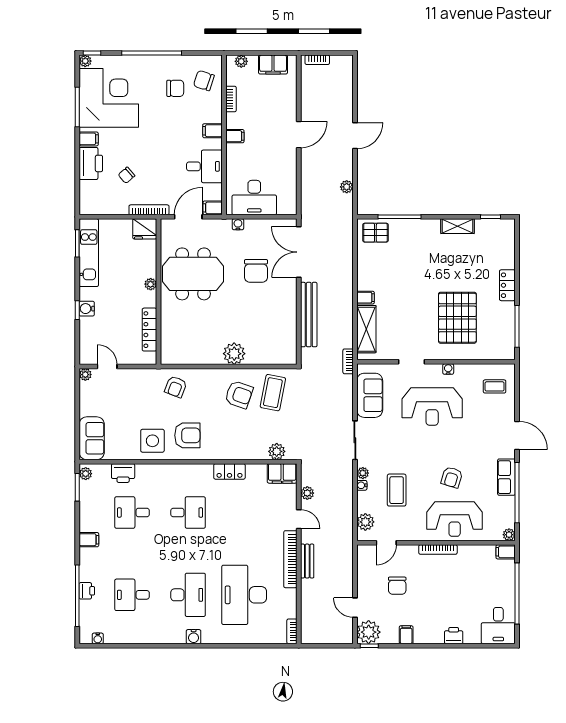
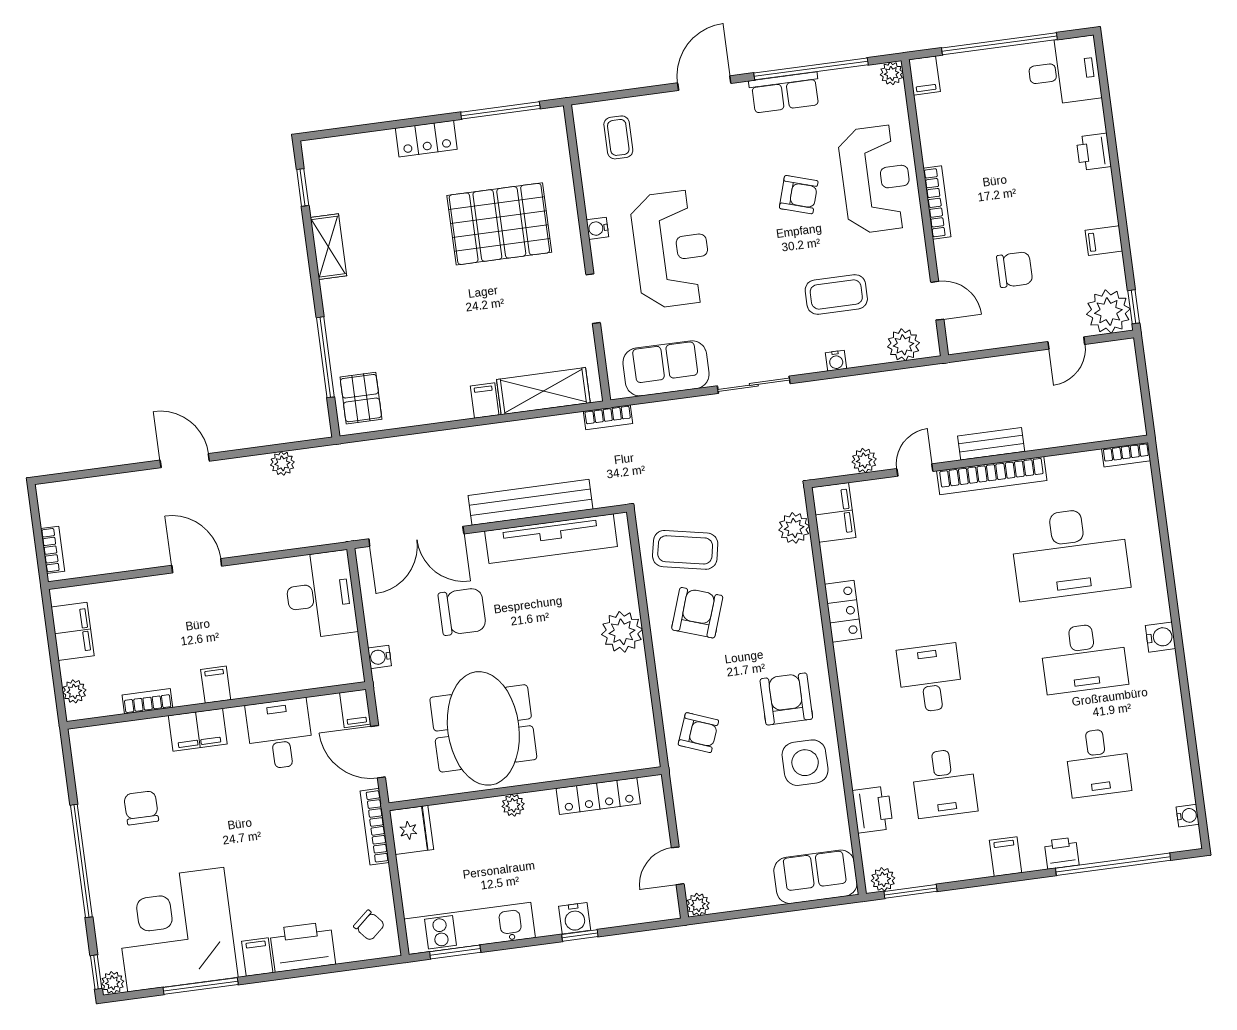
chair: (204, 81) -> (120, 756), removed
filing cabinet: (212, 131) -> (198, 730), width x2.00
chair: (126, 175) -> (369, 925), moved
desk: (254, 198) -> (320, 595), moved
tv unit: (288, 323) -> (551, 539), added
plant: (363, 473) -> (813, 362), removed
printer: (87, 591) -> (1062, 853), moved
desk: (188, 595) -> (1084, 658), turned 180

